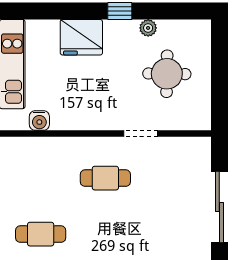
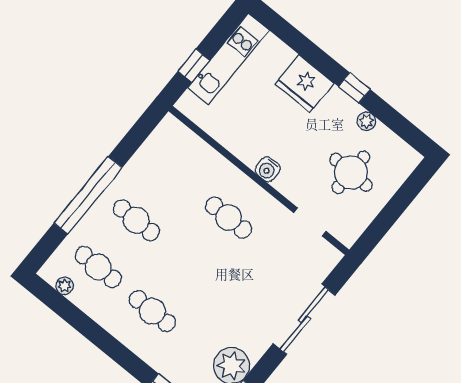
water cooler: (39, 121) -> (268, 169), moved
doorway: (141, 134) -> (310, 222), moved

